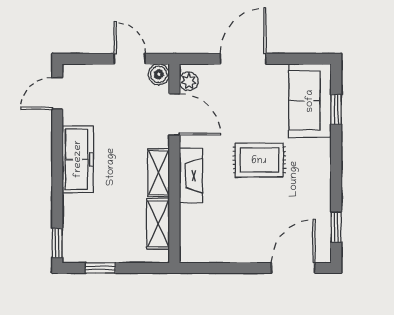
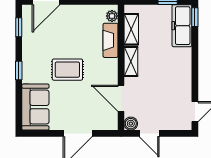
plant: (189, 81) -> (112, 16), moved
window: (336, 109) -> (19, 71), moved
freezer: (78, 159) -> (182, 26), moved
fireplace: (191, 176) -> (111, 40), moved

